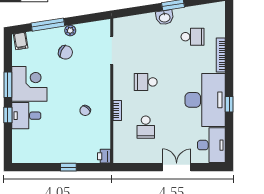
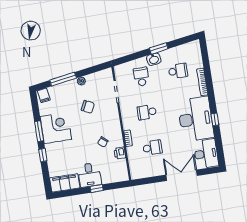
school desk: (146, 37) -> (141, 77), added
chair: (65, 52) -> (88, 107), moved
desk: (26, 116) -> (89, 175), moved, turned -90
school desk: (146, 127) -> (152, 148), turned -90
filing cabinet: (30, 154) -> (65, 183), added
printer: (104, 156) -> (120, 153), moved
double door: (177, 167) -> (182, 175), width x1.37

